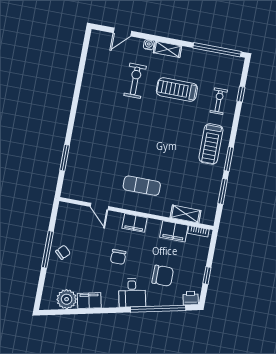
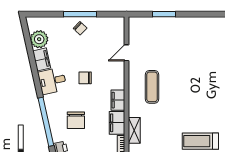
filing cabinet: (135, 223) -> (118, 100), moved
desk: (132, 293) -> (52, 81), moved

